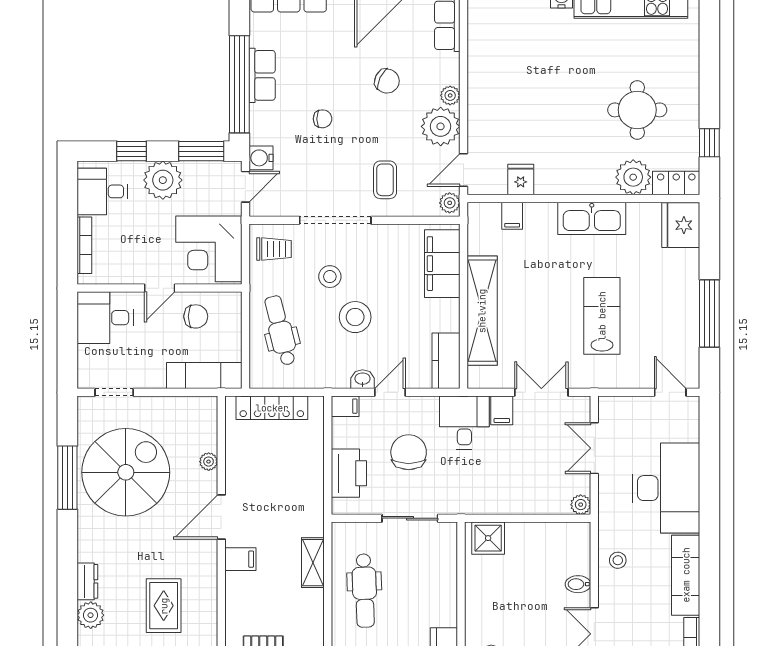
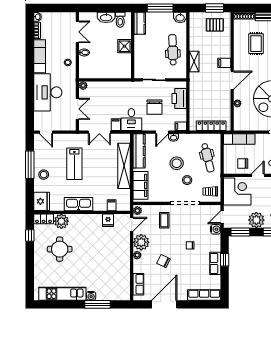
window: (239, 84) -> (225, 260), width x0.32
stool: (676, 290) -> (44, 175), added
kitchen counter: (446, 361) -> (139, 151), width x1.50
shower: (488, 538) -> (124, 46), moved

